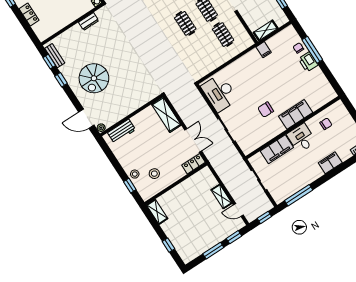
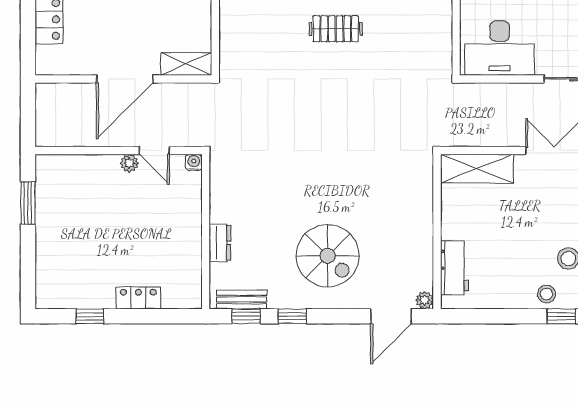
dresser: (89, 21) -> (220, 243), moved

